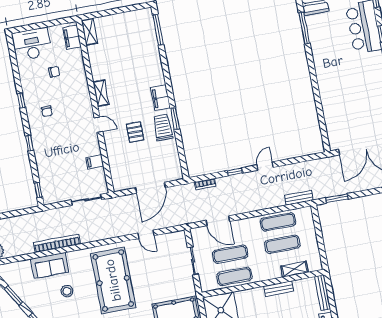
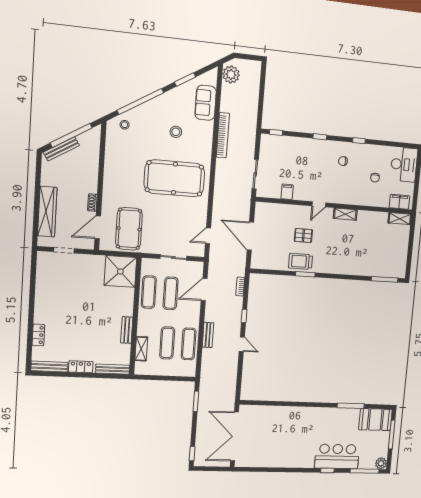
filing cabinet: (160, 98) -> (327, 266), removed
trolley: (163, 127) -> (301, 261), turned 180
bench: (299, 198) -> (208, 335), moved
door: (146, 234) -> (208, 236), moved
sofa: (50, 265) -> (206, 103), moved

